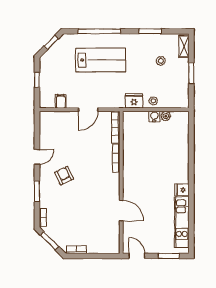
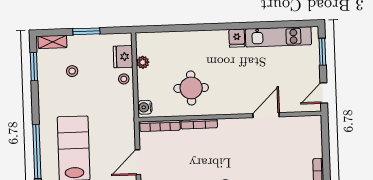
window: (150, 31) -> (34, 67), moved
fridge: (134, 101) -> (123, 57), moved
door: (88, 110) -> (138, 162), swing flipped
water cooler: (154, 116) -> (145, 107), moved
round table: (144, 153) -> (191, 88), added

